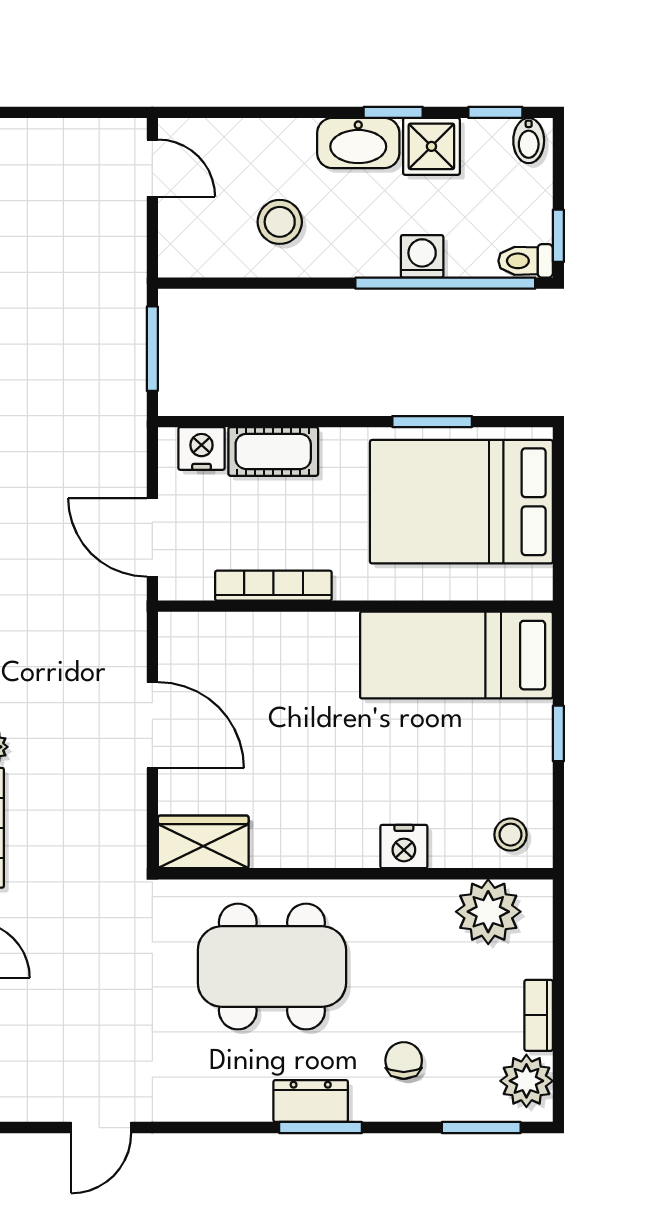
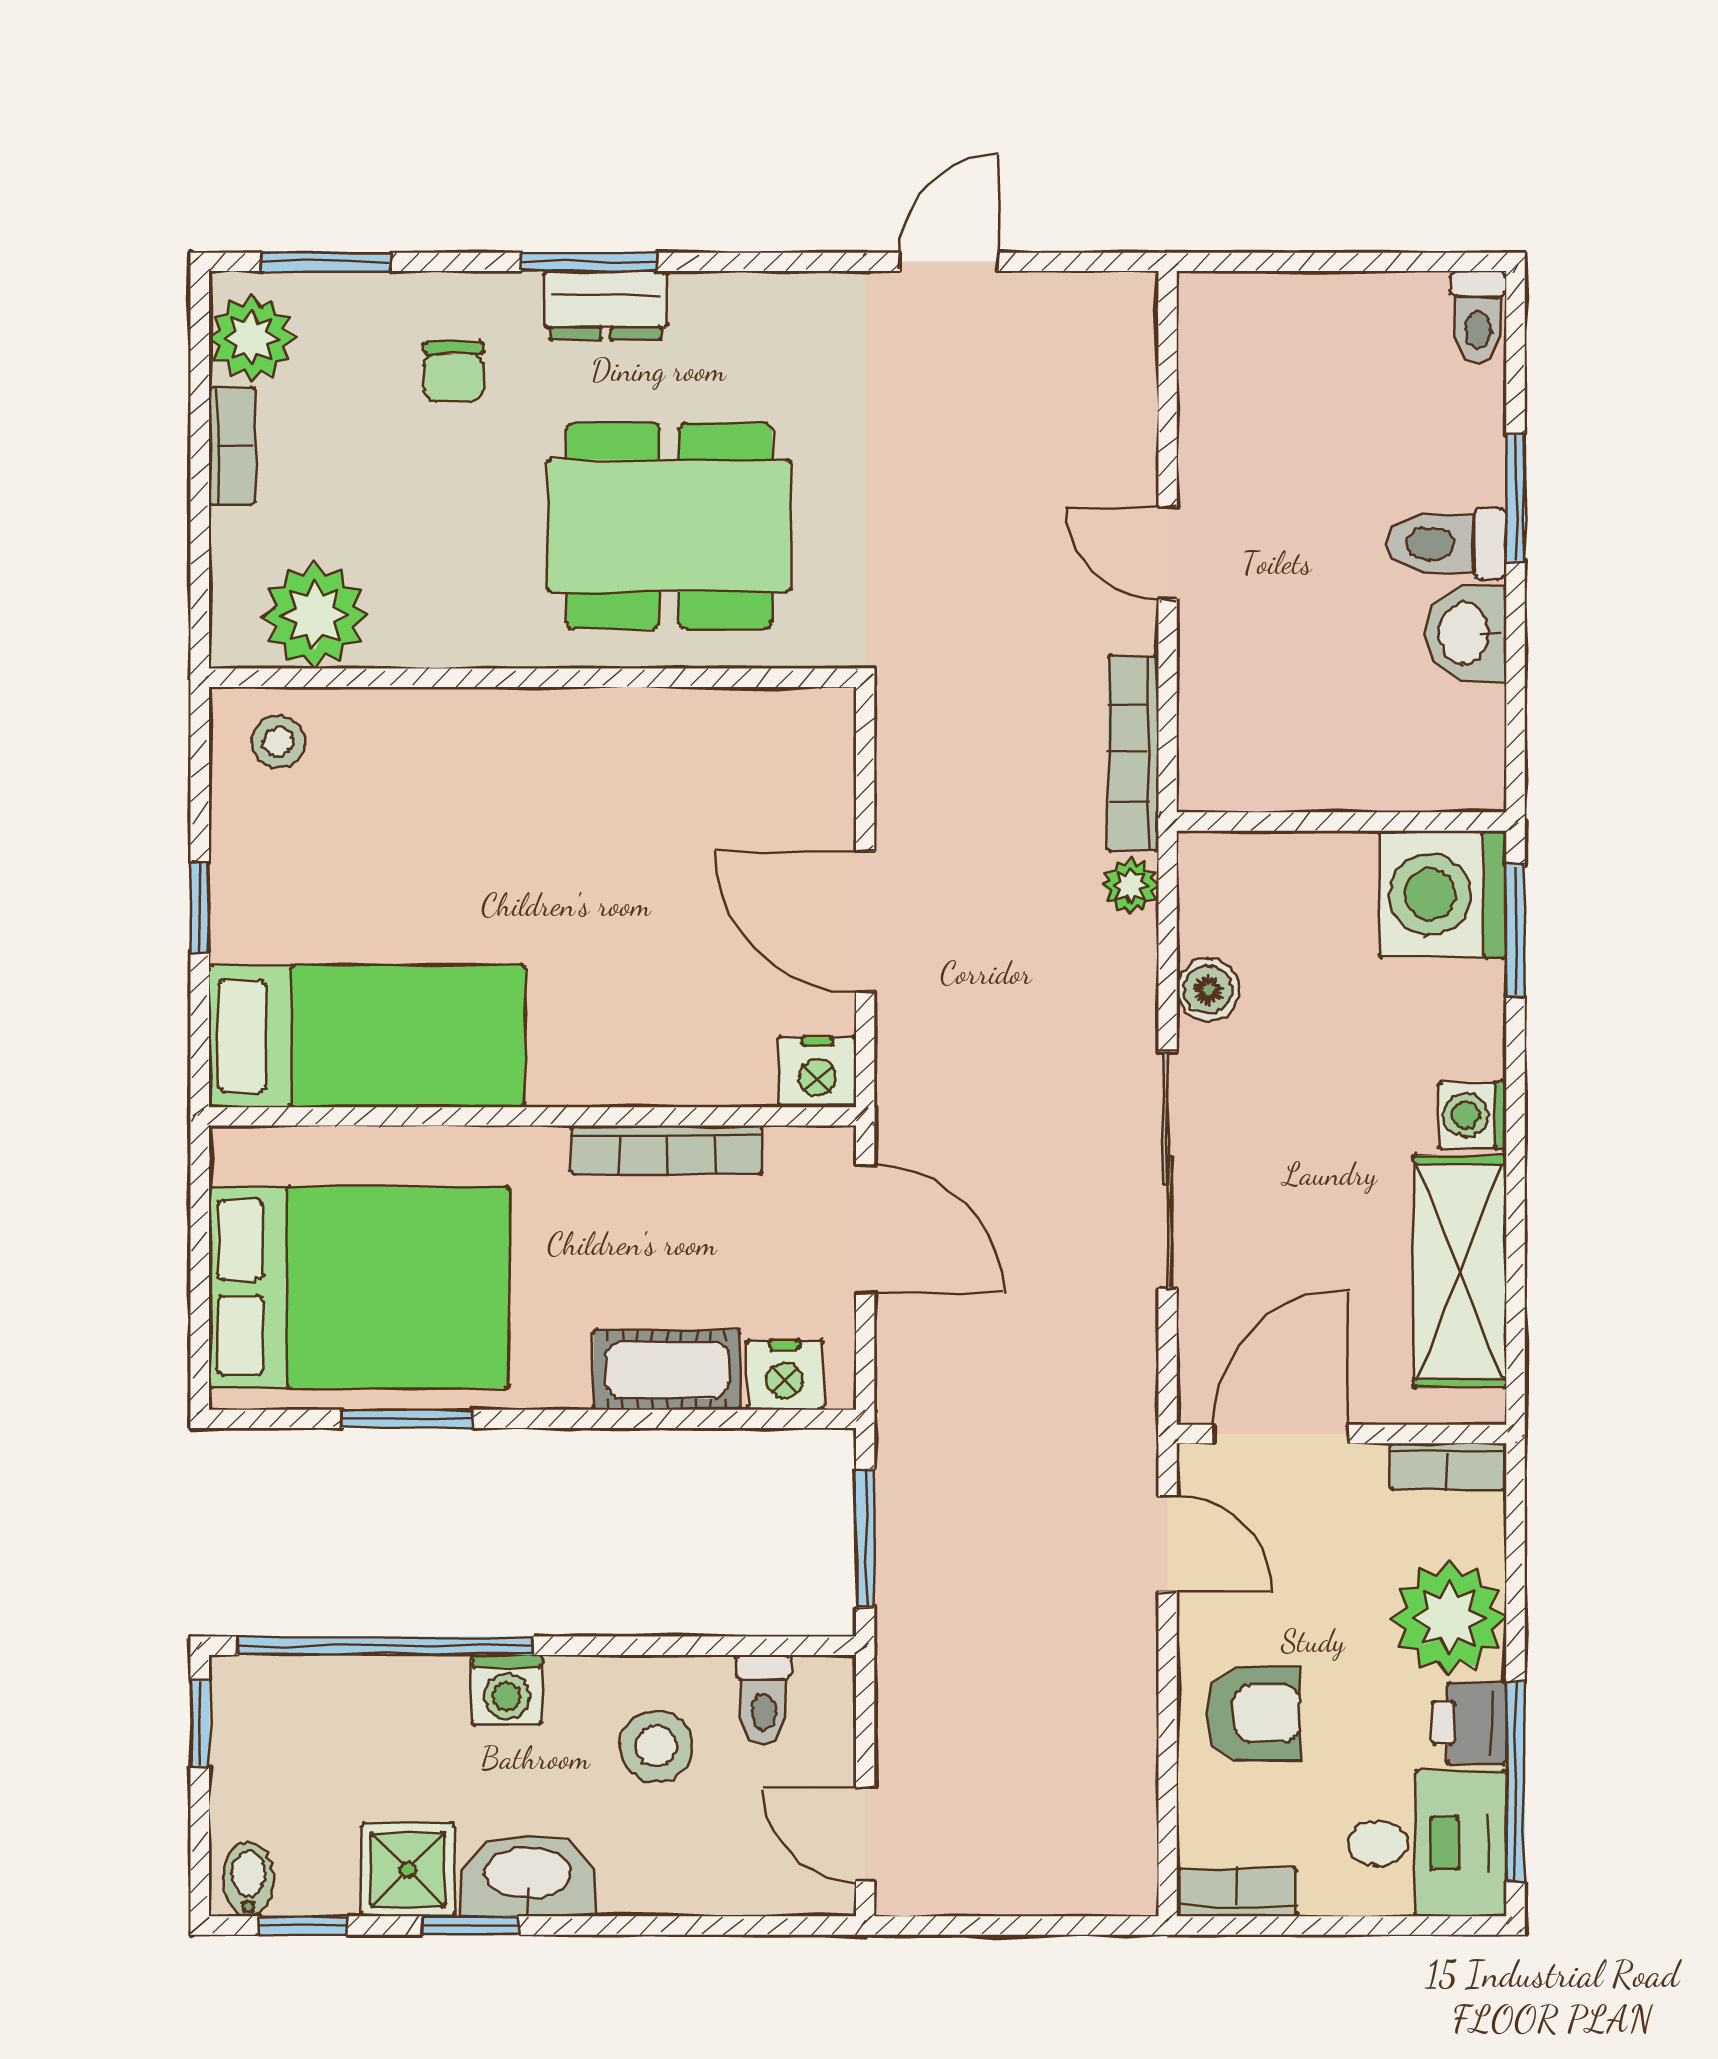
washing machine: (422, 256) -> (507, 1690), moved
toilet: (526, 261) -> (763, 1700), moved, turned 90
wardrobe: (203, 842) -> (782, 730), removed
nightstand: (404, 847) -> (817, 1072), moved, turned 180

